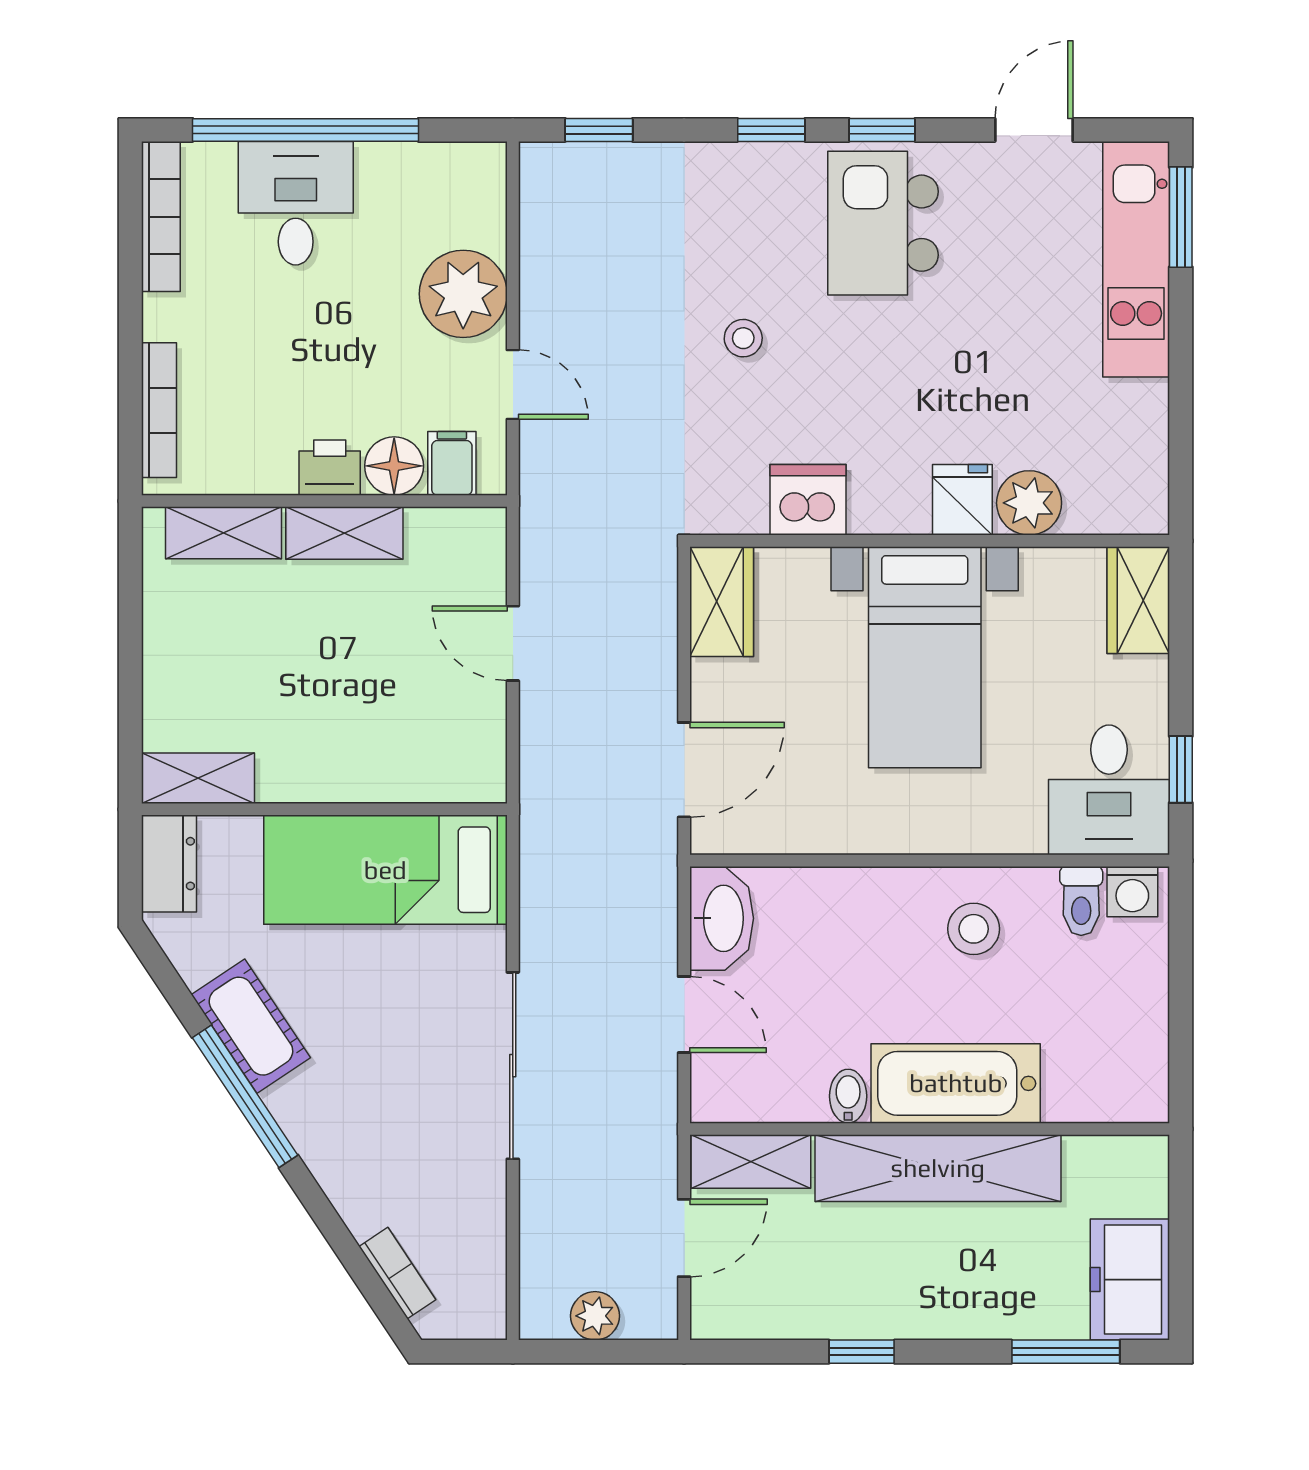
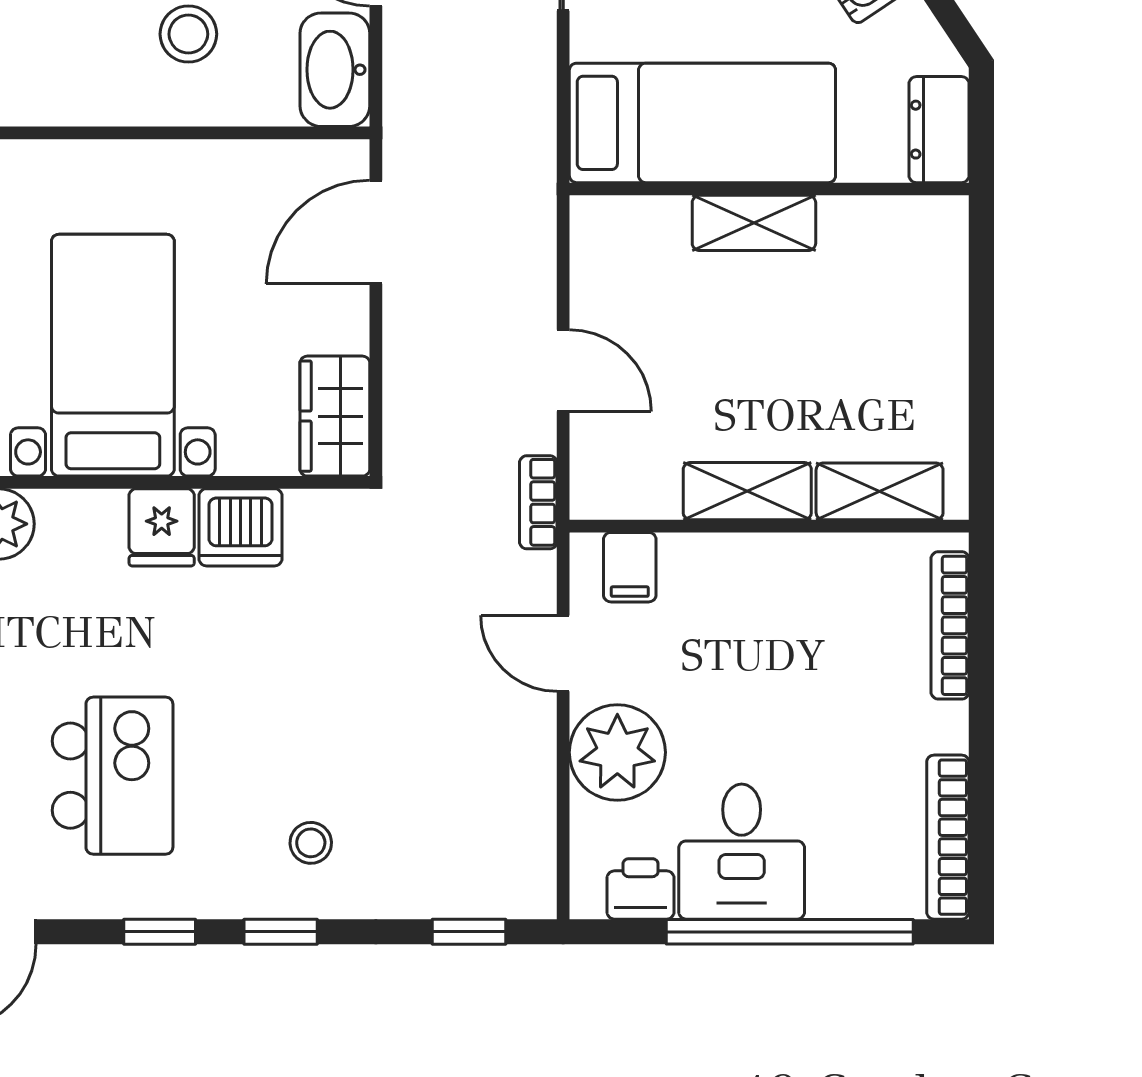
desk: (296, 203) -> (742, 852), moved
kitchen island: (883, 223) -> (113, 776), moved
stool: (743, 338) -> (311, 843), moved
floor lamp: (394, 466) -> (693, 564), removed
printer: (330, 468) -> (641, 889), moved, turned 180
fridge: (962, 500) -> (162, 527), moved
bookcase: (536, 523) -> (538, 502), added
shelving: (198, 778) -> (754, 223), moved
stool: (974, 929) -> (188, 34), moved

